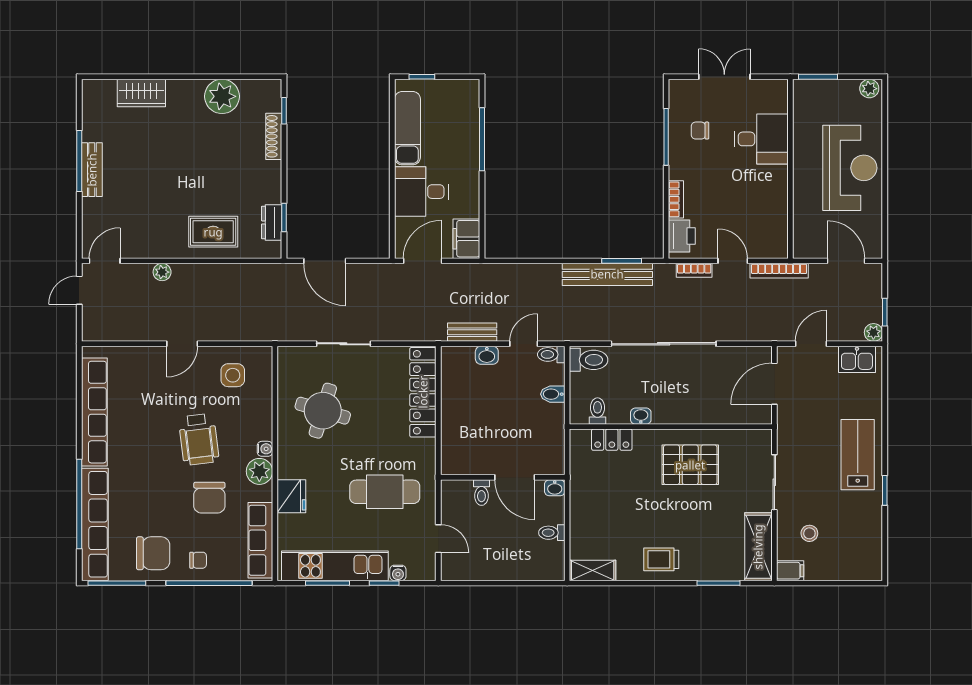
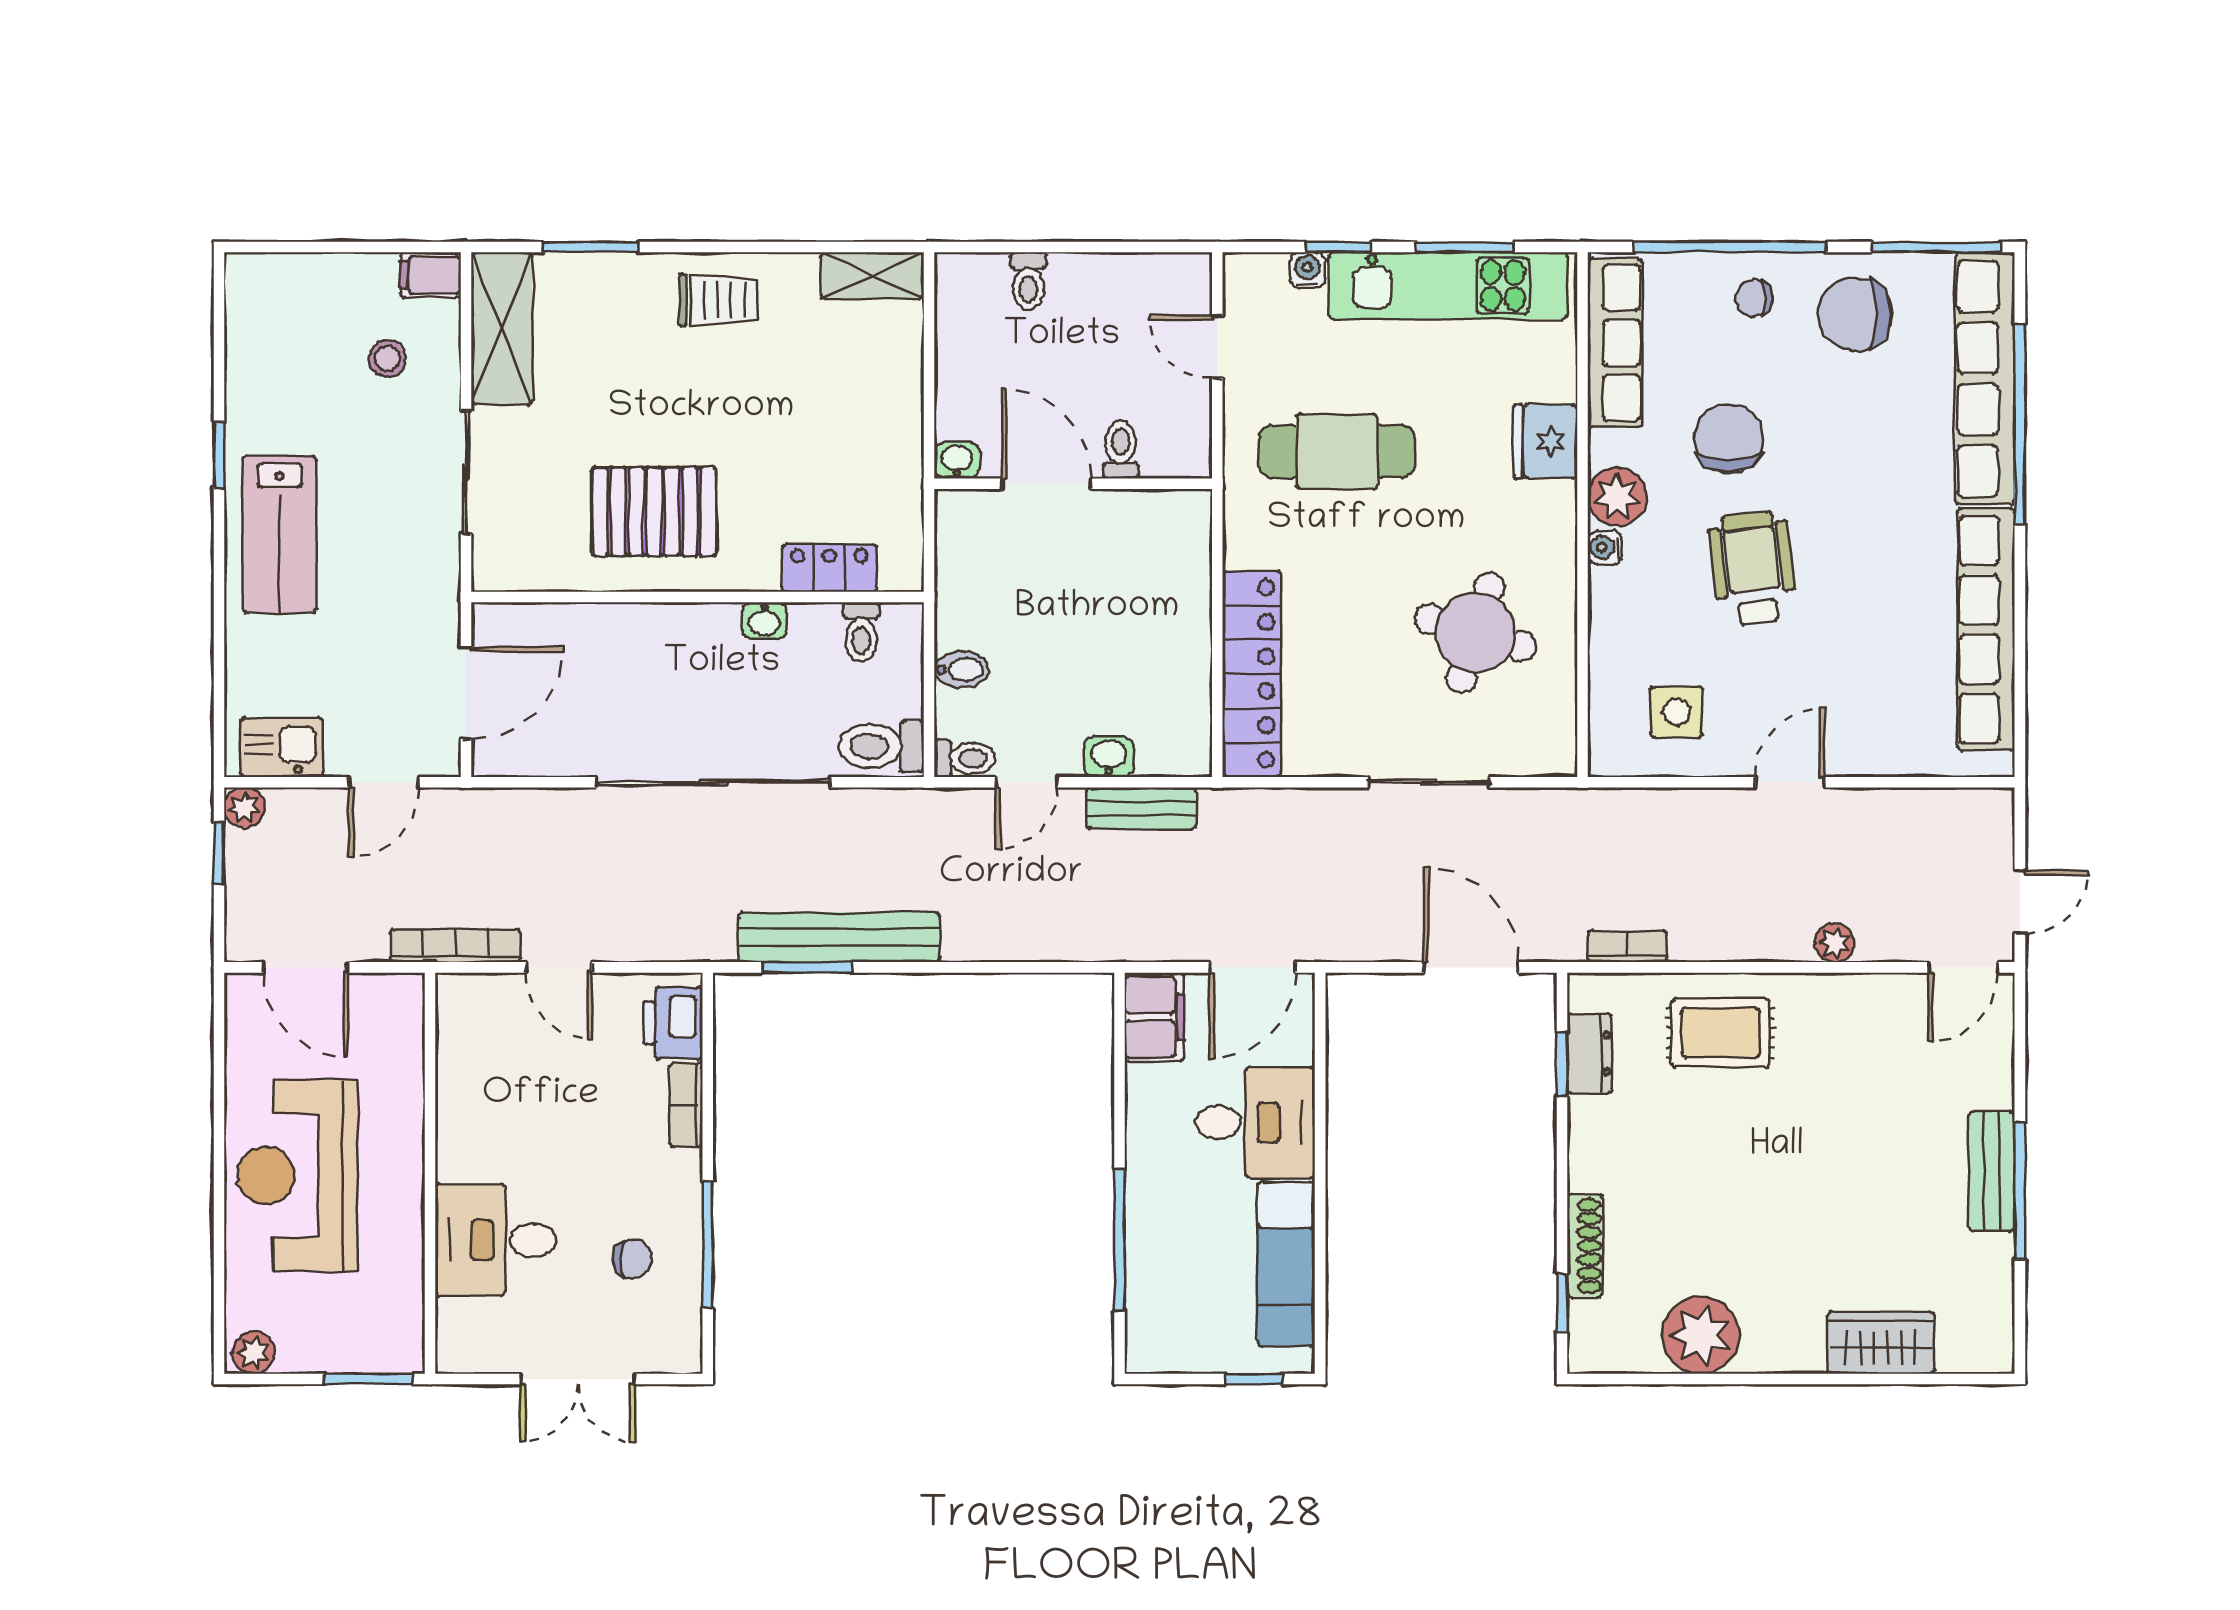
bookcase: (694, 270) -> (1628, 946), moved
toilet: (552, 533) -> (1028, 281), moved, turned 90

